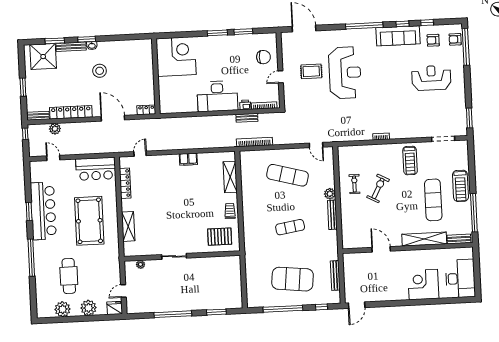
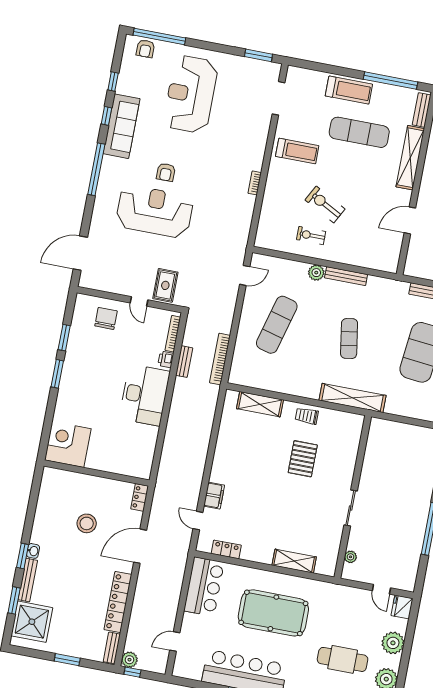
armchair: (433, 40) -> (166, 172), moved
corner desk: (176, 57) -> (68, 444), width x0.74, depth x0.74
stool: (100, 71) -> (87, 523), moved
rug: (311, 71) -> (165, 285), moved
reception desk: (431, 78) -> (191, 94), width x1.36, depth x1.30
plant: (55, 129) -> (129, 660), moved
filing cabinet: (188, 159) -> (214, 496), moved
locker: (125, 183) -> (226, 549), width x0.66
pallet: (220, 237) -> (303, 459), moved
shelving: (250, 239) -> (353, 398), added

